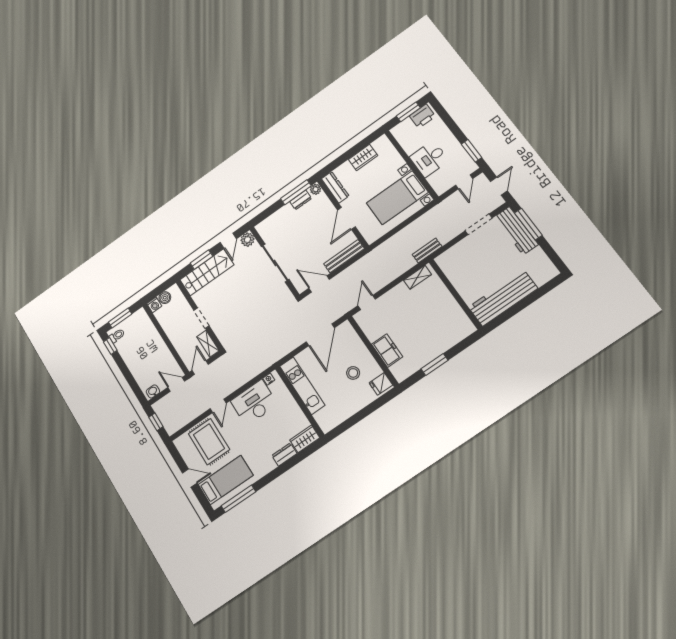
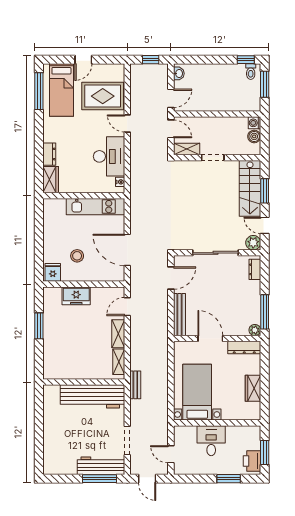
window: (472, 151) -> (229, 479), moved
dresser: (301, 200) -> (255, 269), moved
shelving: (394, 294) -> (118, 334), added
workbench: (503, 298) -> (93, 396), moved, turned 90
door: (367, 302) -> (127, 307), swing flipped

